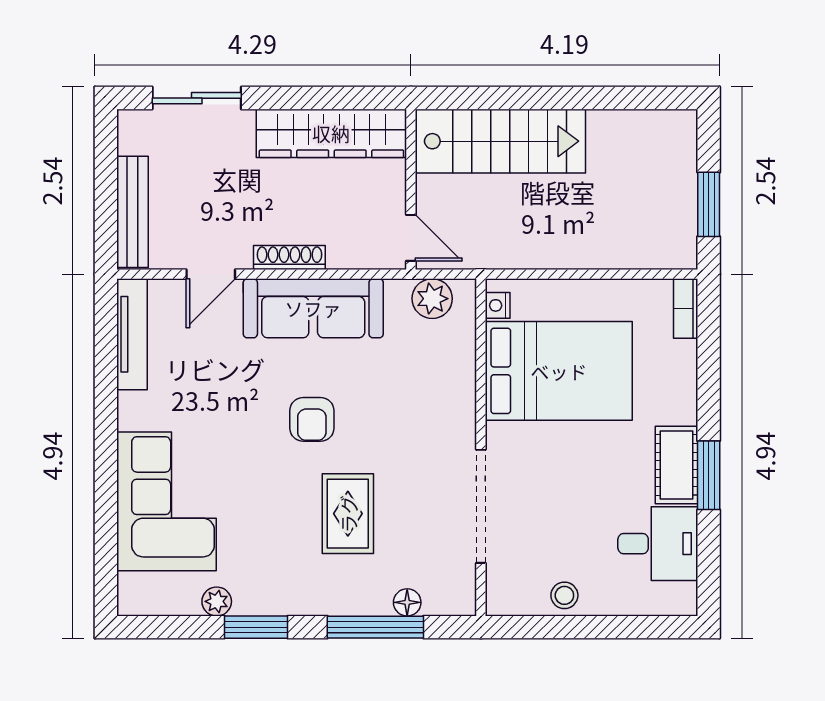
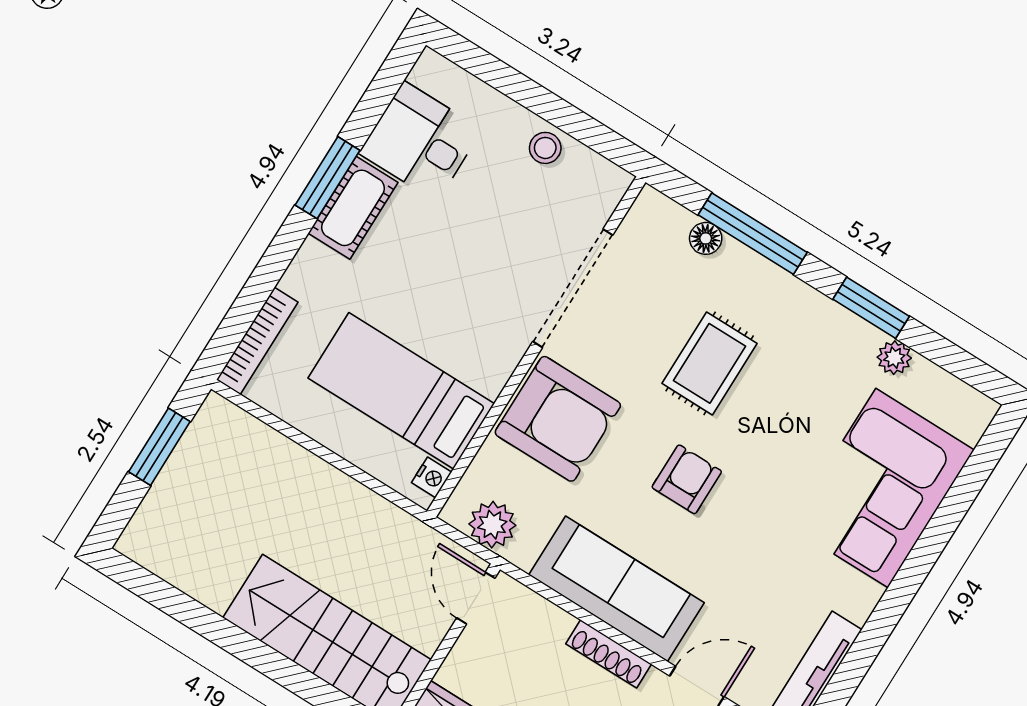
bookcase: (686, 308) -> (257, 341), width x1.56
bed: (559, 371) -> (401, 391), width x0.67
armchair: (433, 405) -> (558, 419), added

